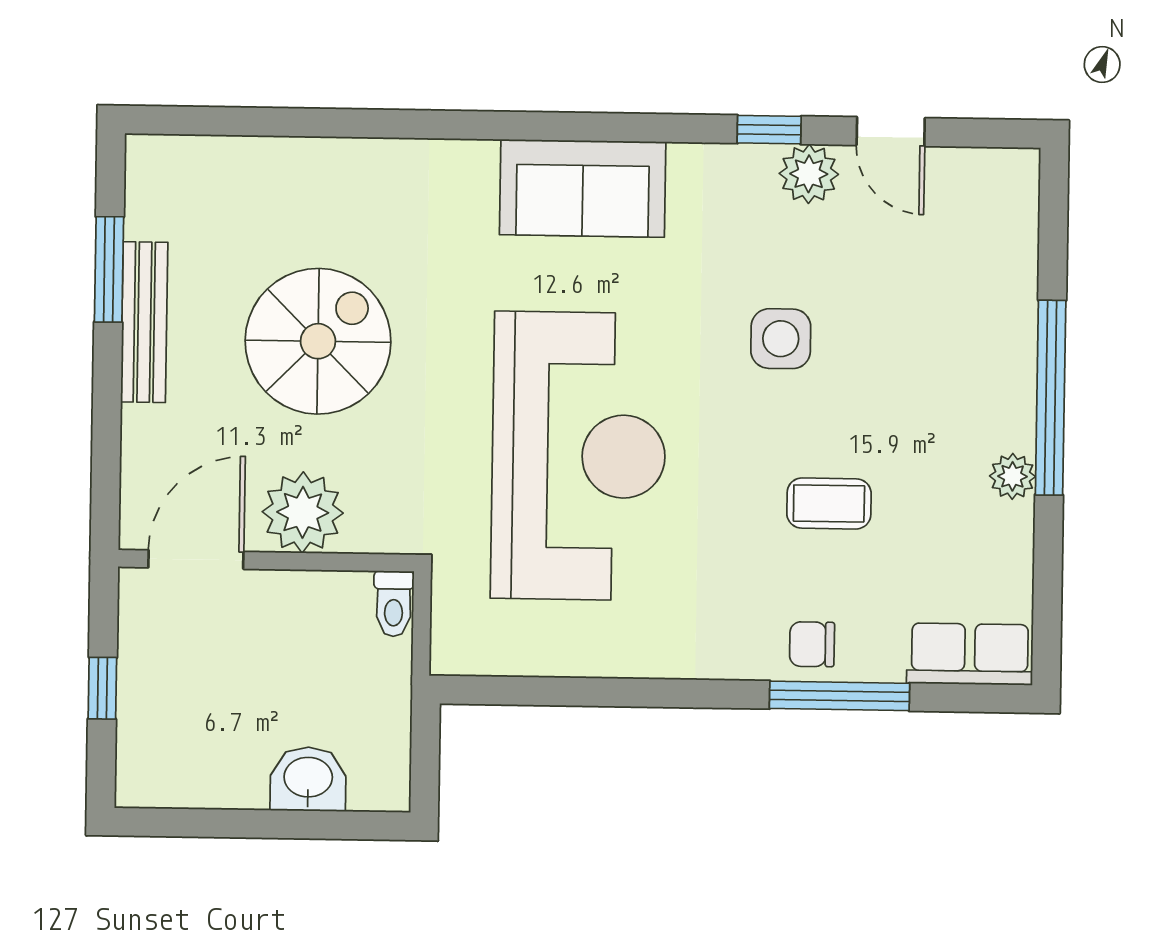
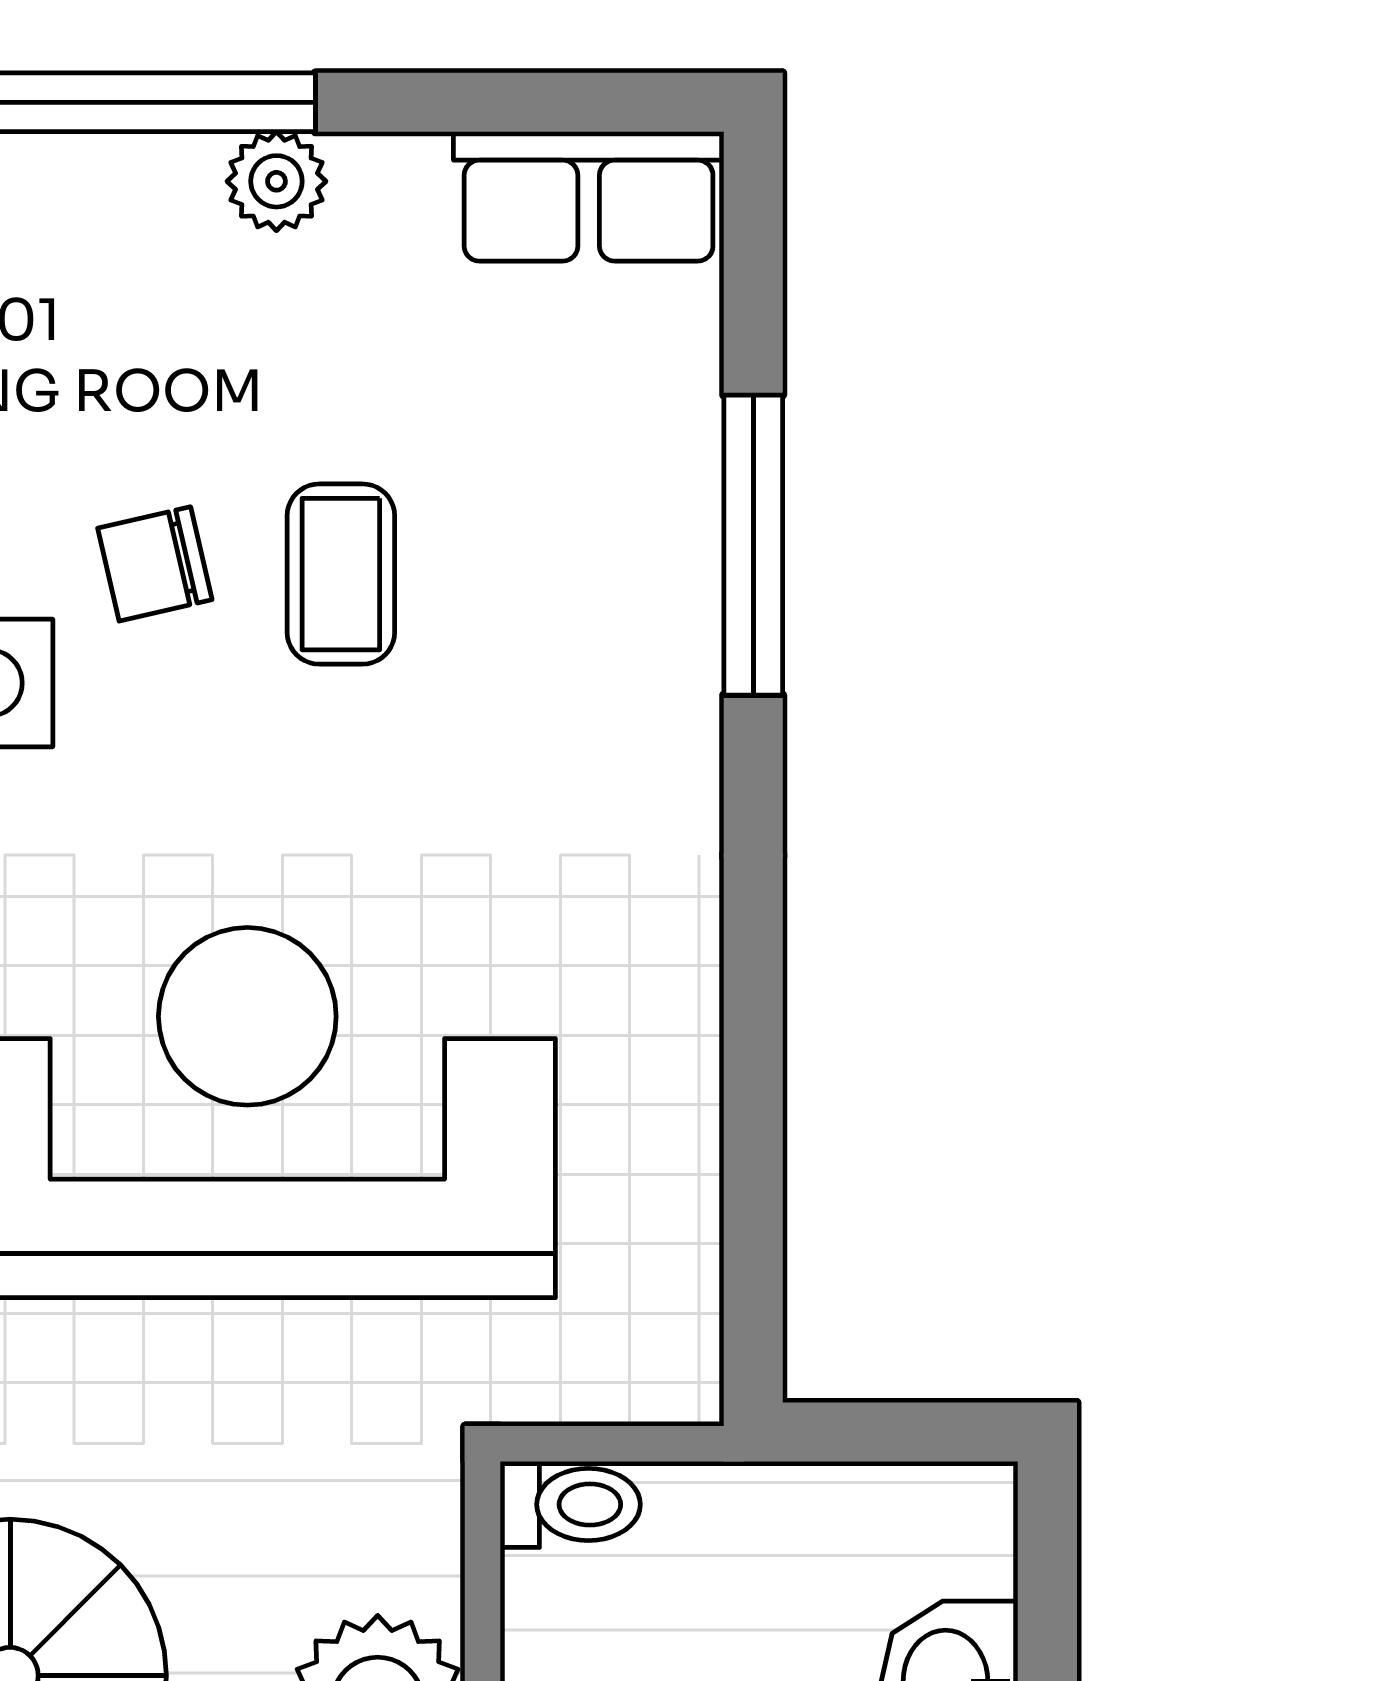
chair: (812, 644) -> (155, 564), moved, turned 77
row of seats: (970, 654) -> (589, 196), moved, turned -90

